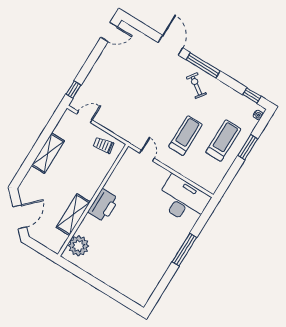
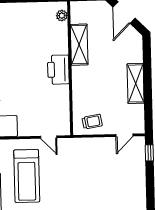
treadmill: (185, 136) -> (27, 176), width x1.37, depth x1.37
plant: (79, 246) -> (62, 16), width x0.53, depth x0.53

